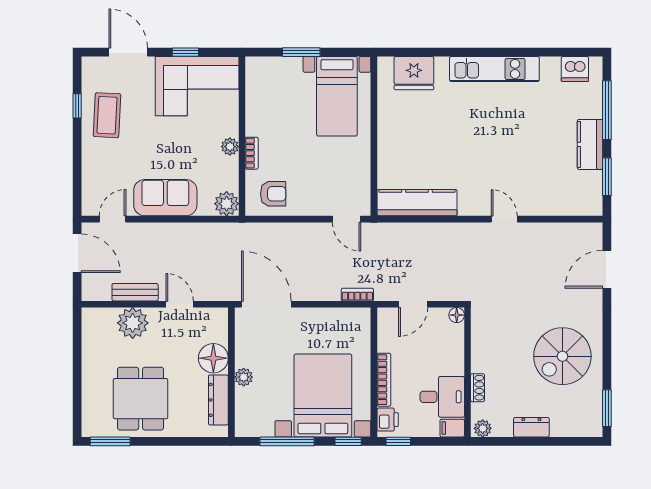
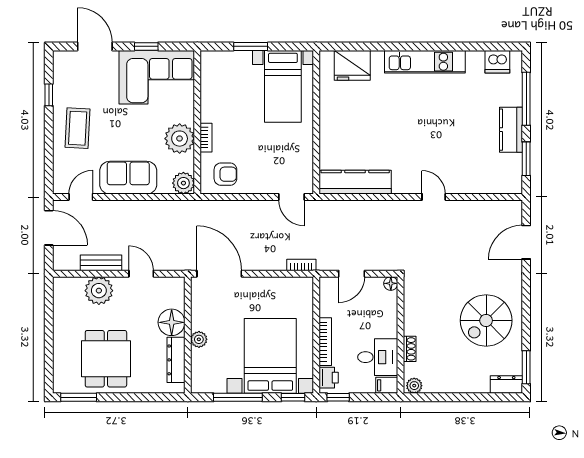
coffee table: (107, 115) -> (78, 128), moved
plant: (230, 147) -> (180, 139), width x1.87, depth x1.87
dresser: (531, 427) -> (506, 385), moved

